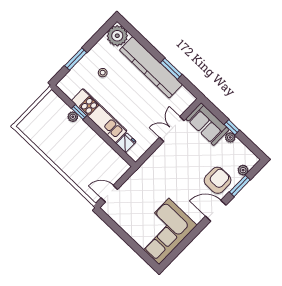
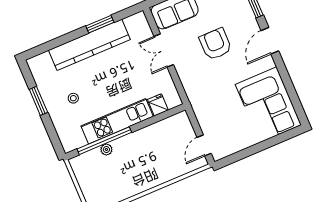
plant: (117, 36) -> (41, 66), removed
window: (76, 59) -> (38, 101), moved
window: (79, 112) -> (104, 141), width x3.17
armchair: (218, 180) -> (215, 44), moved

